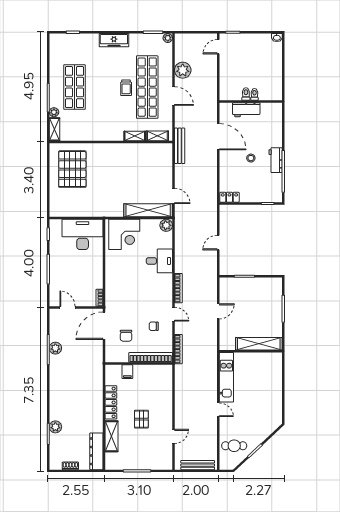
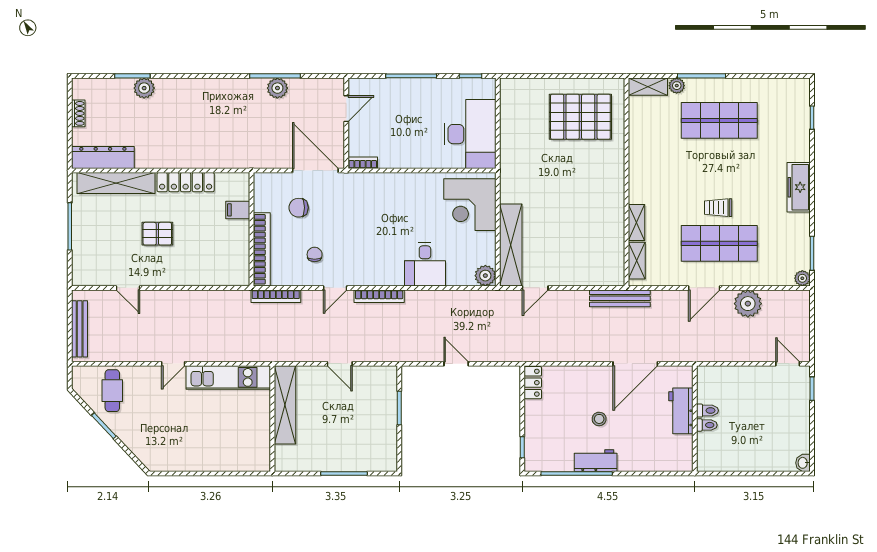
shop shelf: (147, 87) -> (719, 243), width x0.71
shelving: (259, 344) -> (285, 405), moved
shelving: (111, 436) -> (116, 183), width x1.47

